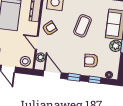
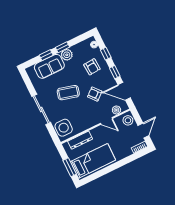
armchair: (50, 28) -> (95, 94), moved
door: (37, 43) -> (107, 121), hinge flipped
door: (52, 74) -> (124, 91), hinge flipped

